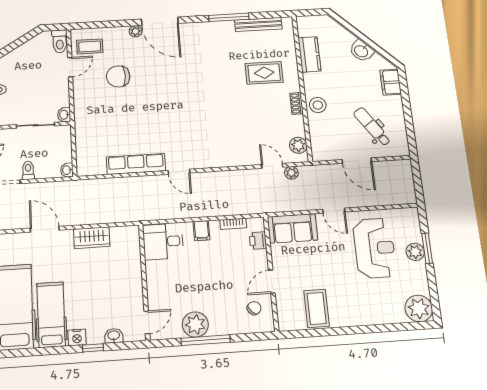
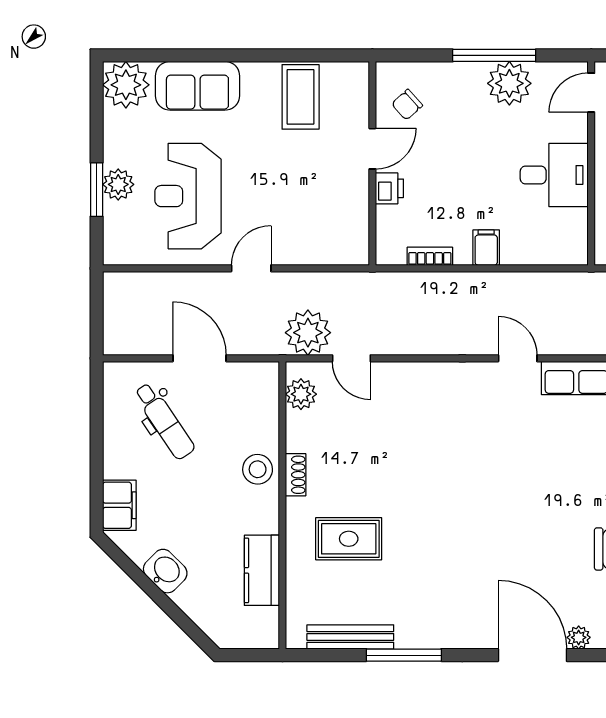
plant: (291, 173) -> (308, 333), width x1.87, depth x1.87
door: (334, 211) -> (251, 268), hinge flipped
sofa: (292, 228) -> (197, 86), moved, turned 180
printer: (258, 241) -> (389, 188), moved
desk: (163, 242) -> (554, 175), moved

